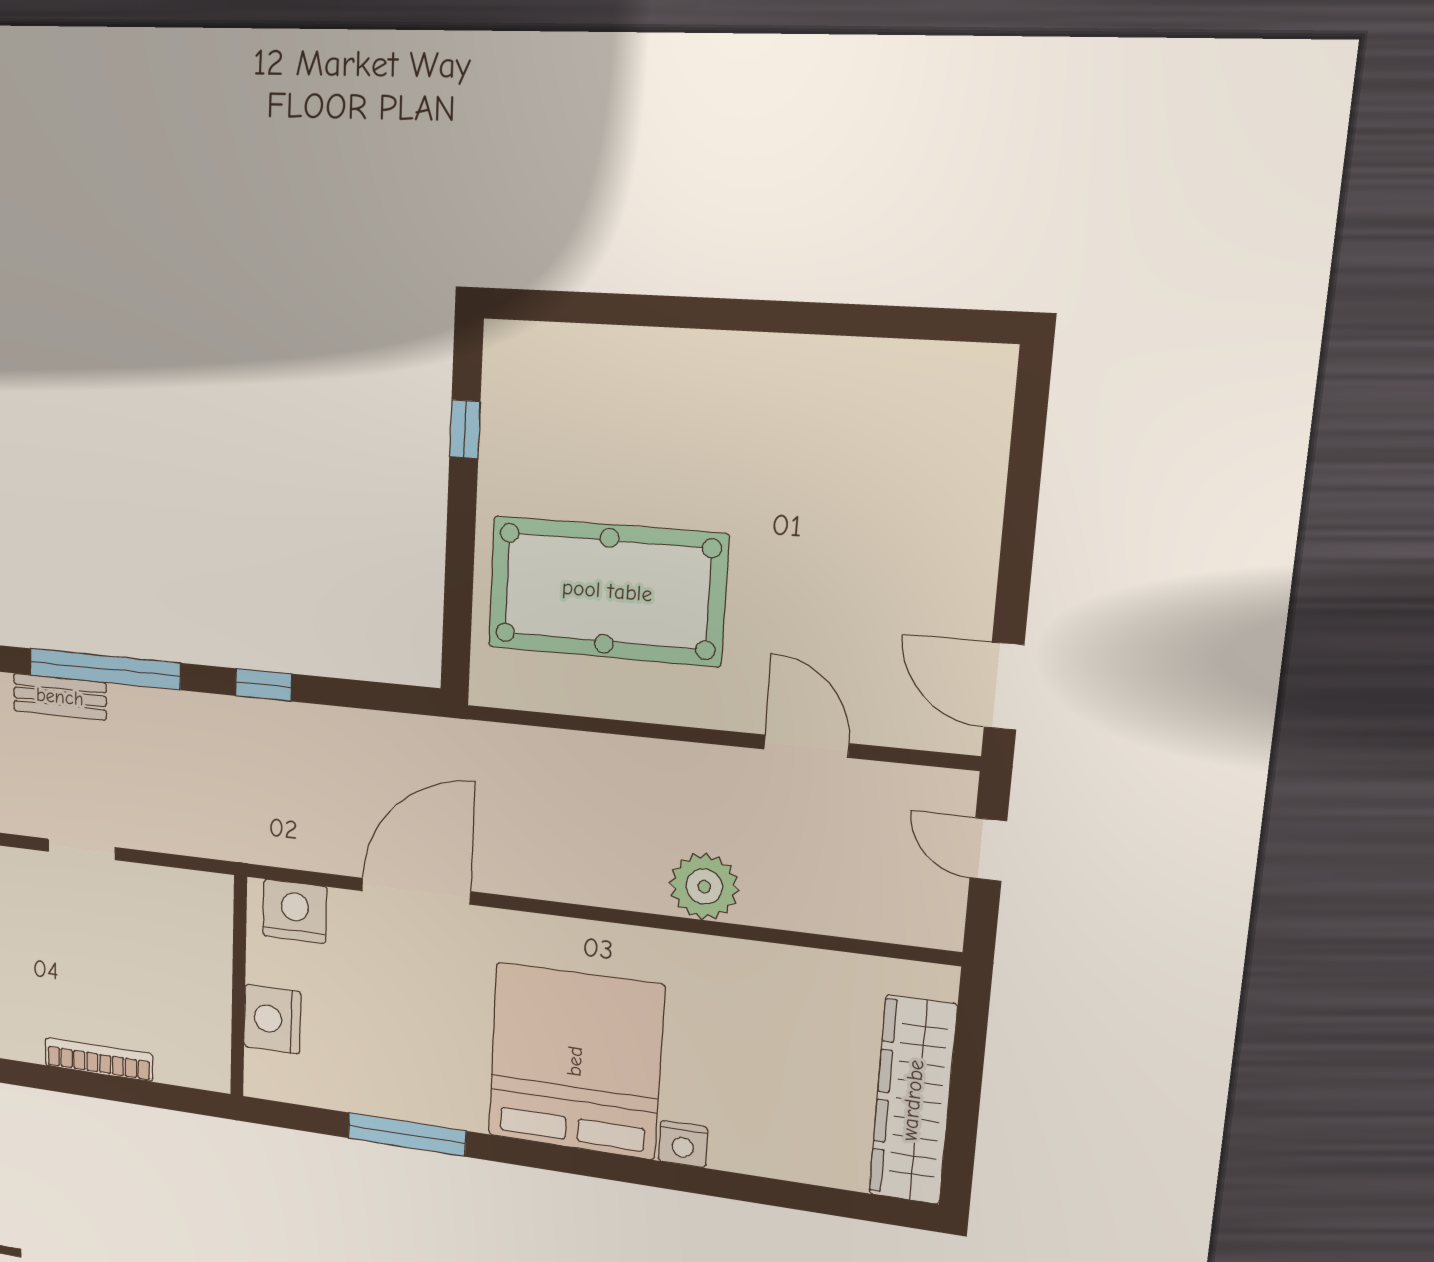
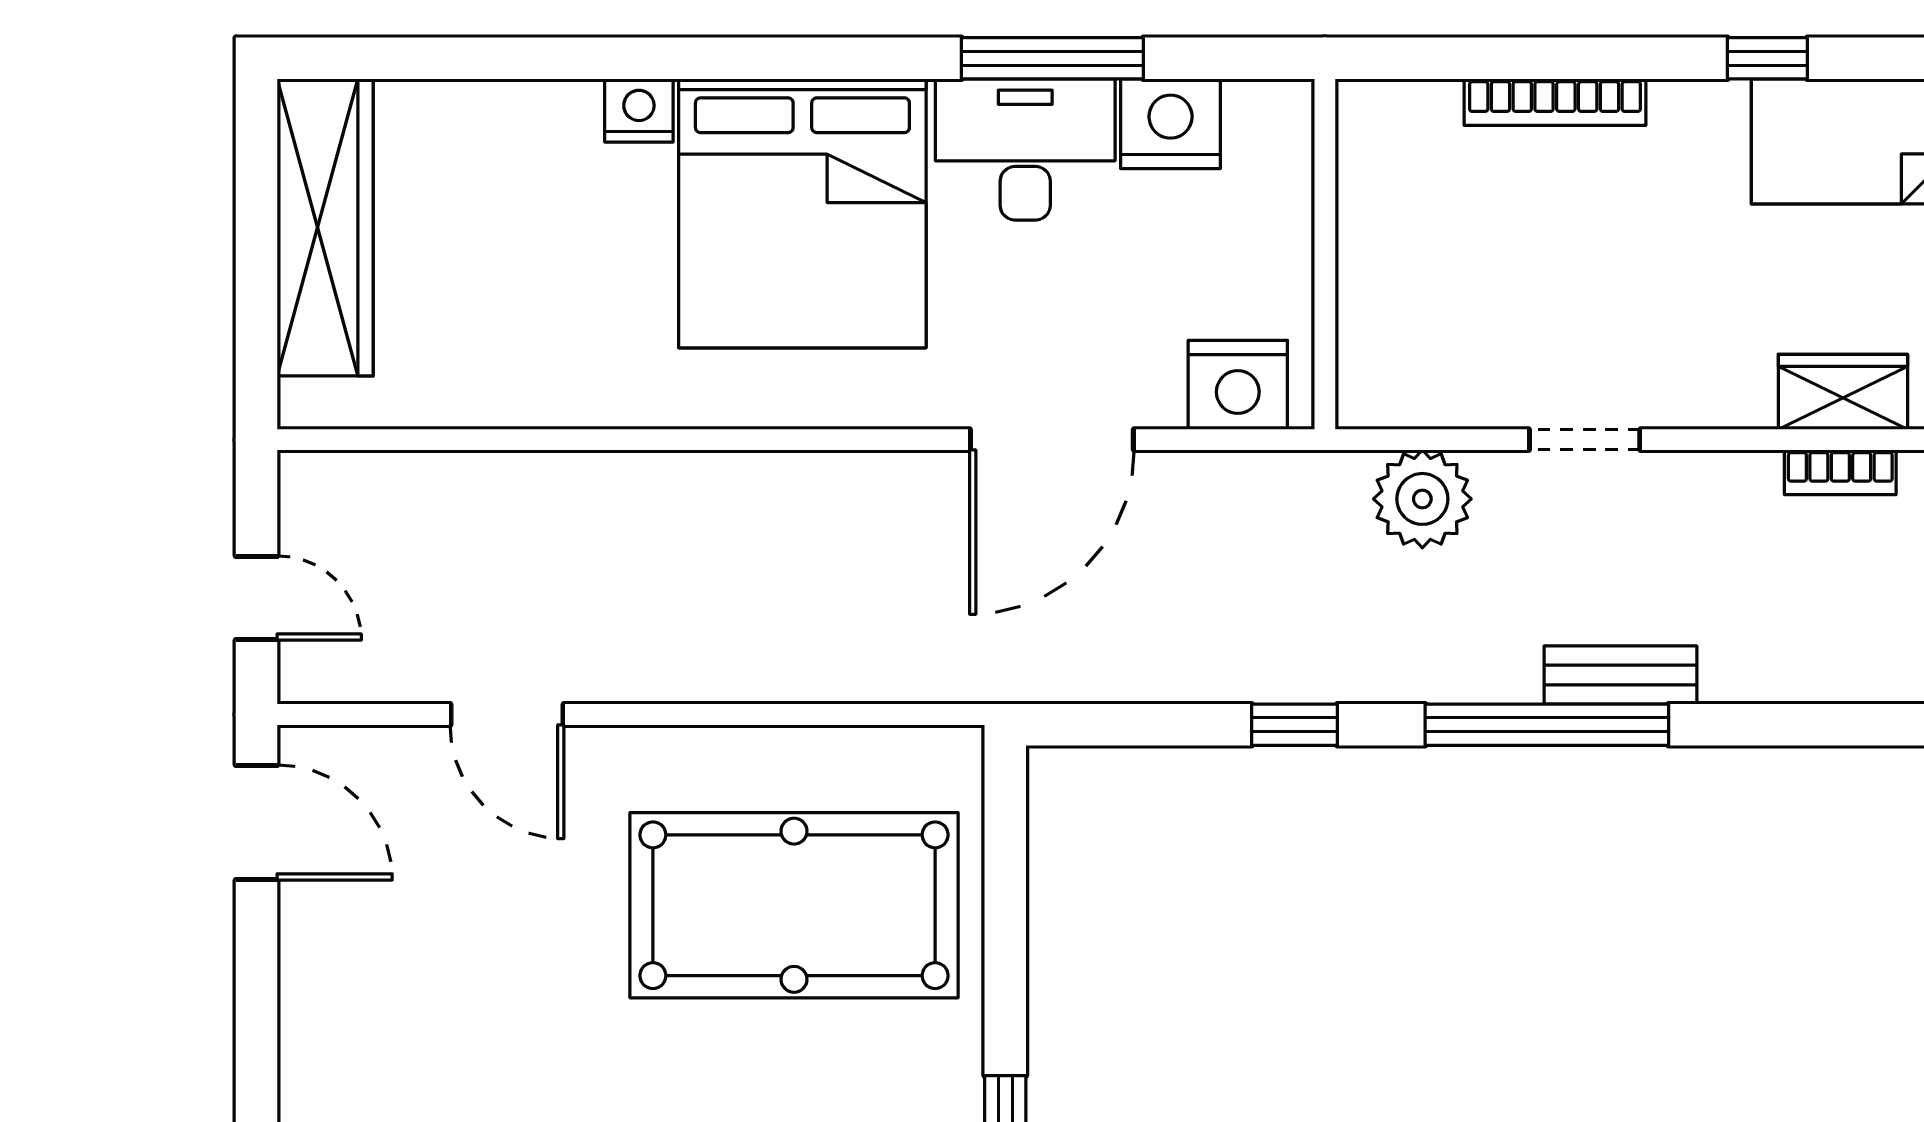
plant: (704, 887) -> (1422, 499), moved
nightstand: (272, 1019) -> (1171, 124), moved, turned -90
desk: (426, 1080) -> (1025, 149), added

